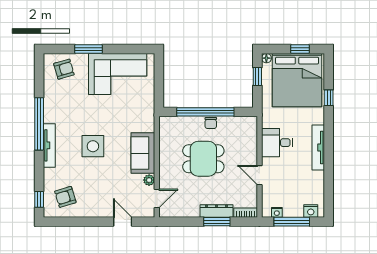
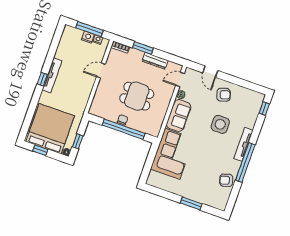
armchair: (64, 69) -> (226, 180), moved
corner sofa: (118, 74) -> (172, 154), moved, turned 90
window: (329, 98) -> (42, 79), moved
desk: (277, 143) -> (80, 89), removed
side table: (93, 146) -> (220, 124), moved
door: (259, 175) -> (101, 70), swing flipped
armchair: (65, 197) -> (224, 95), moved
dresser: (216, 211) -> (155, 61), moved
nightstand: (311, 211) -> (88, 37), moved

